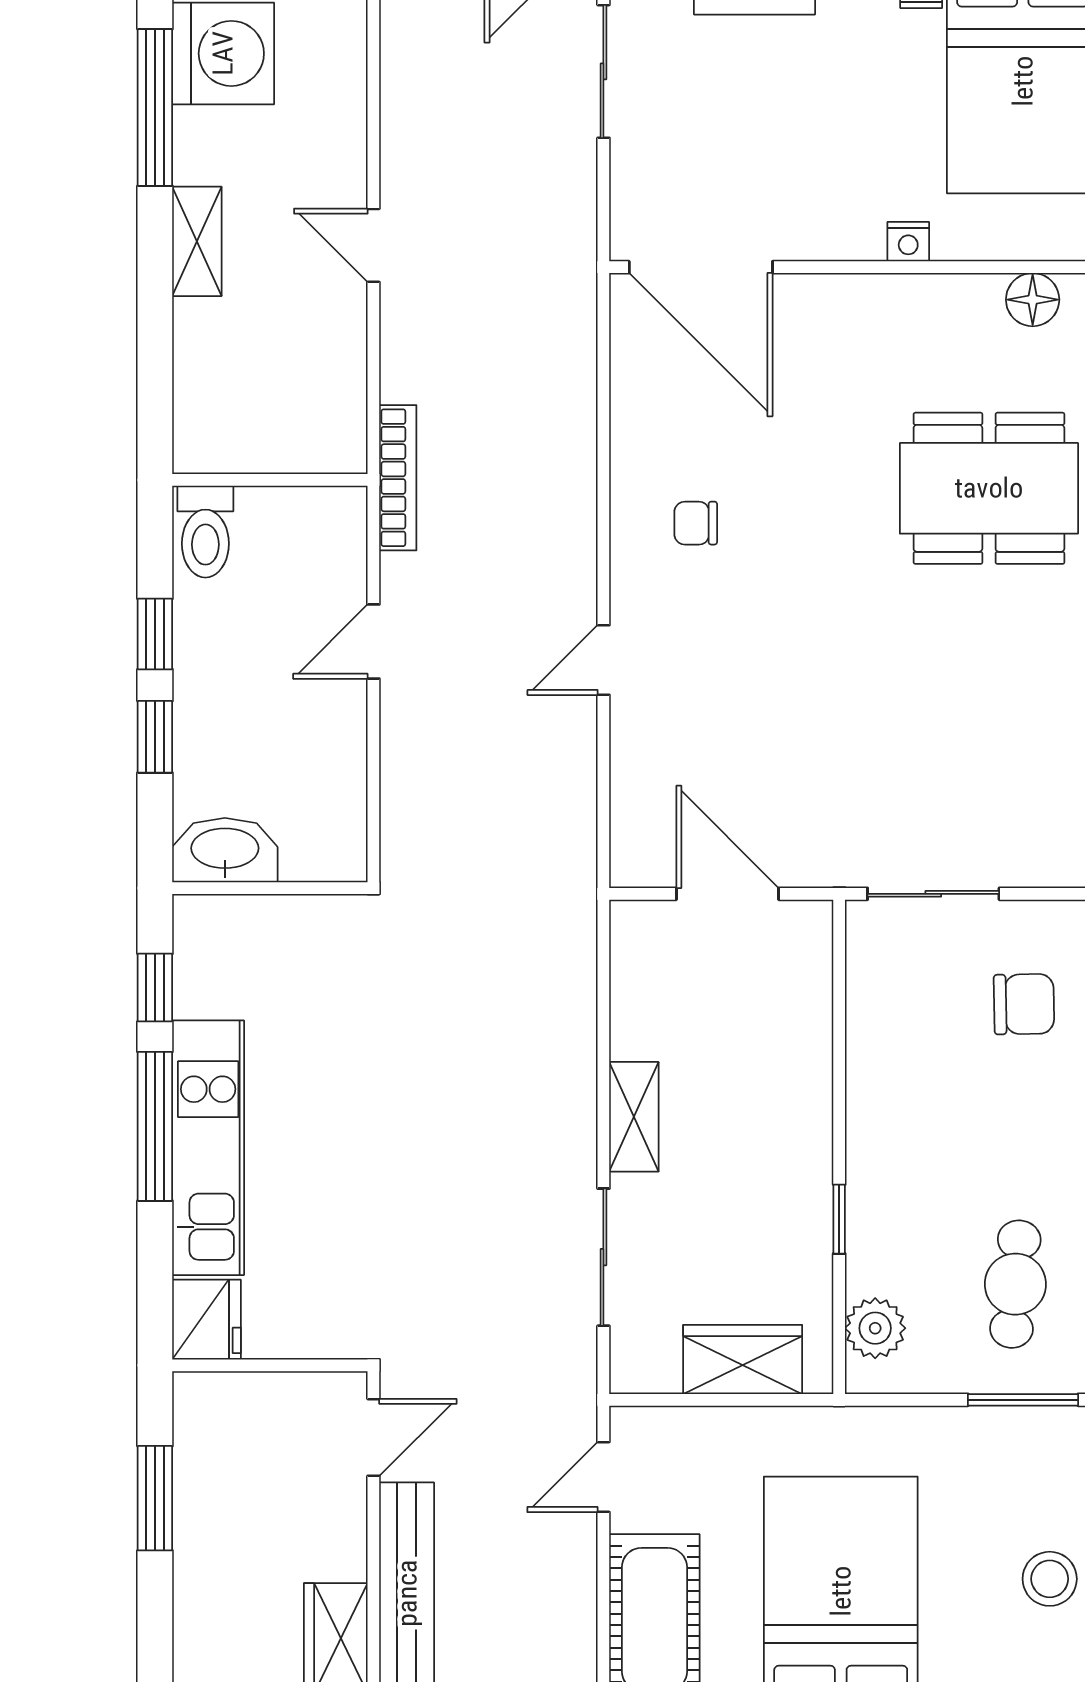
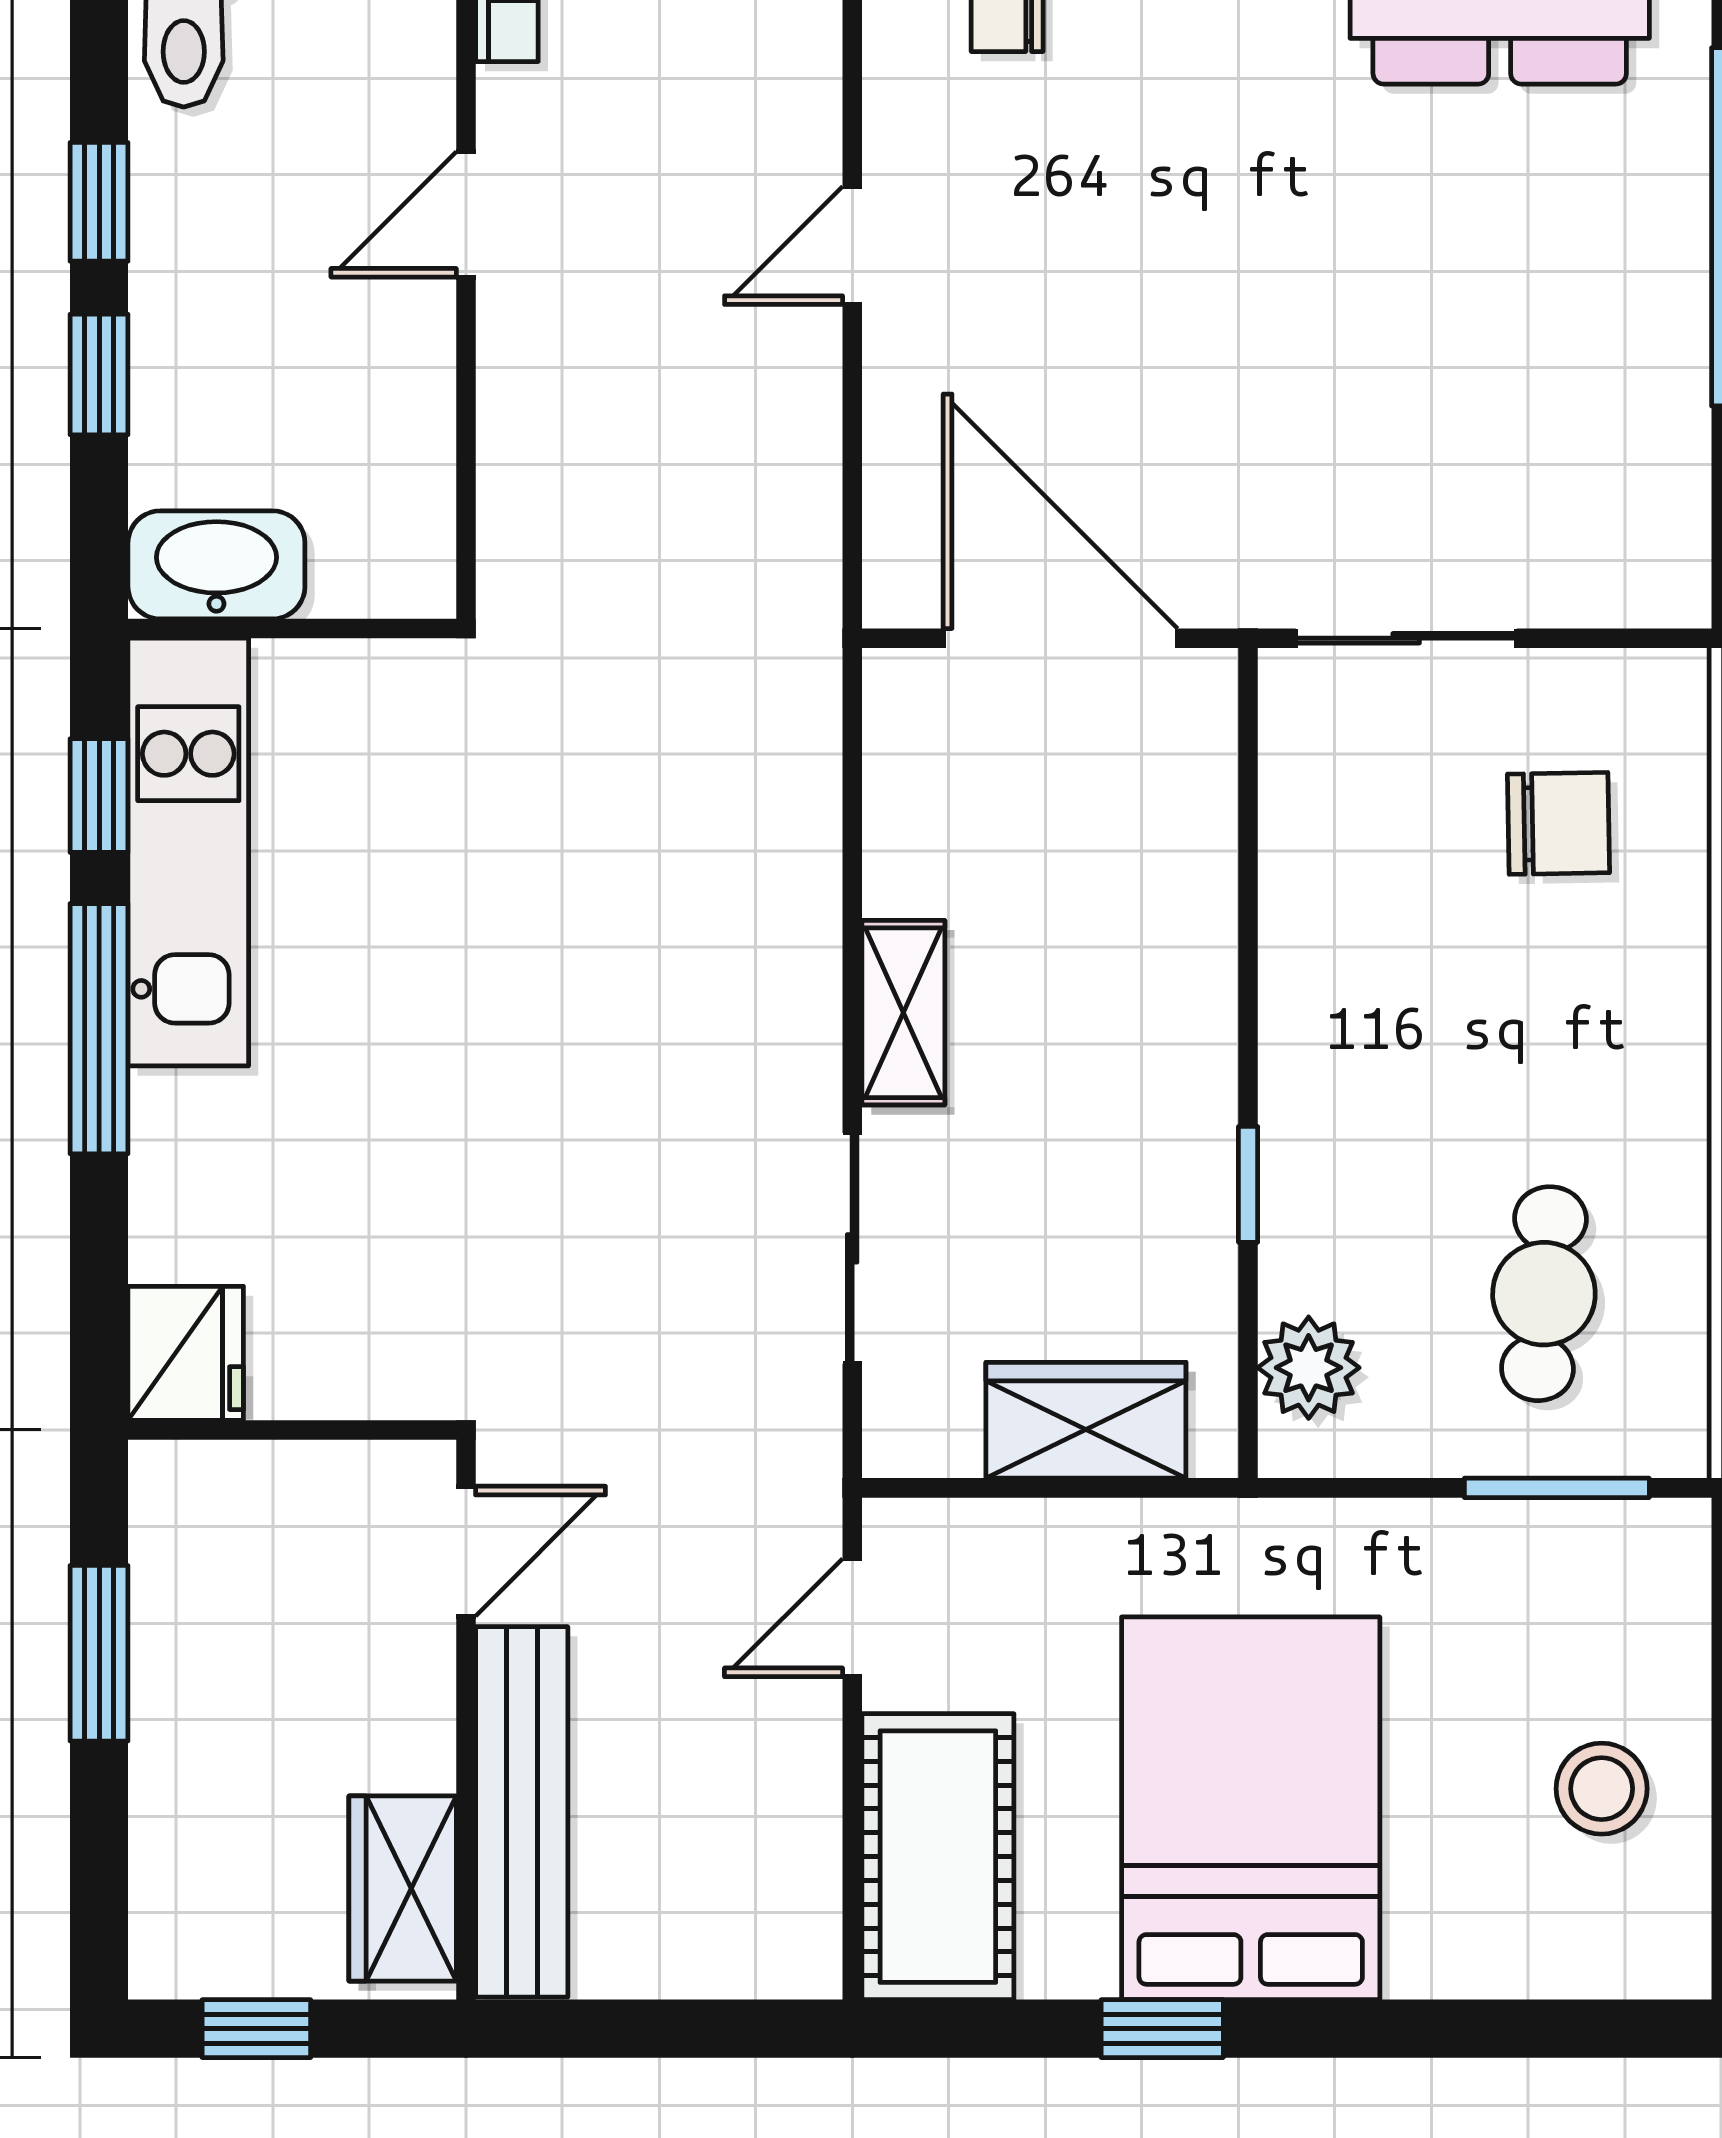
door: (727, 894) -> (1060, 638), width x1.36
kitchen unit: (208, 1148) -> (188, 852), moved

